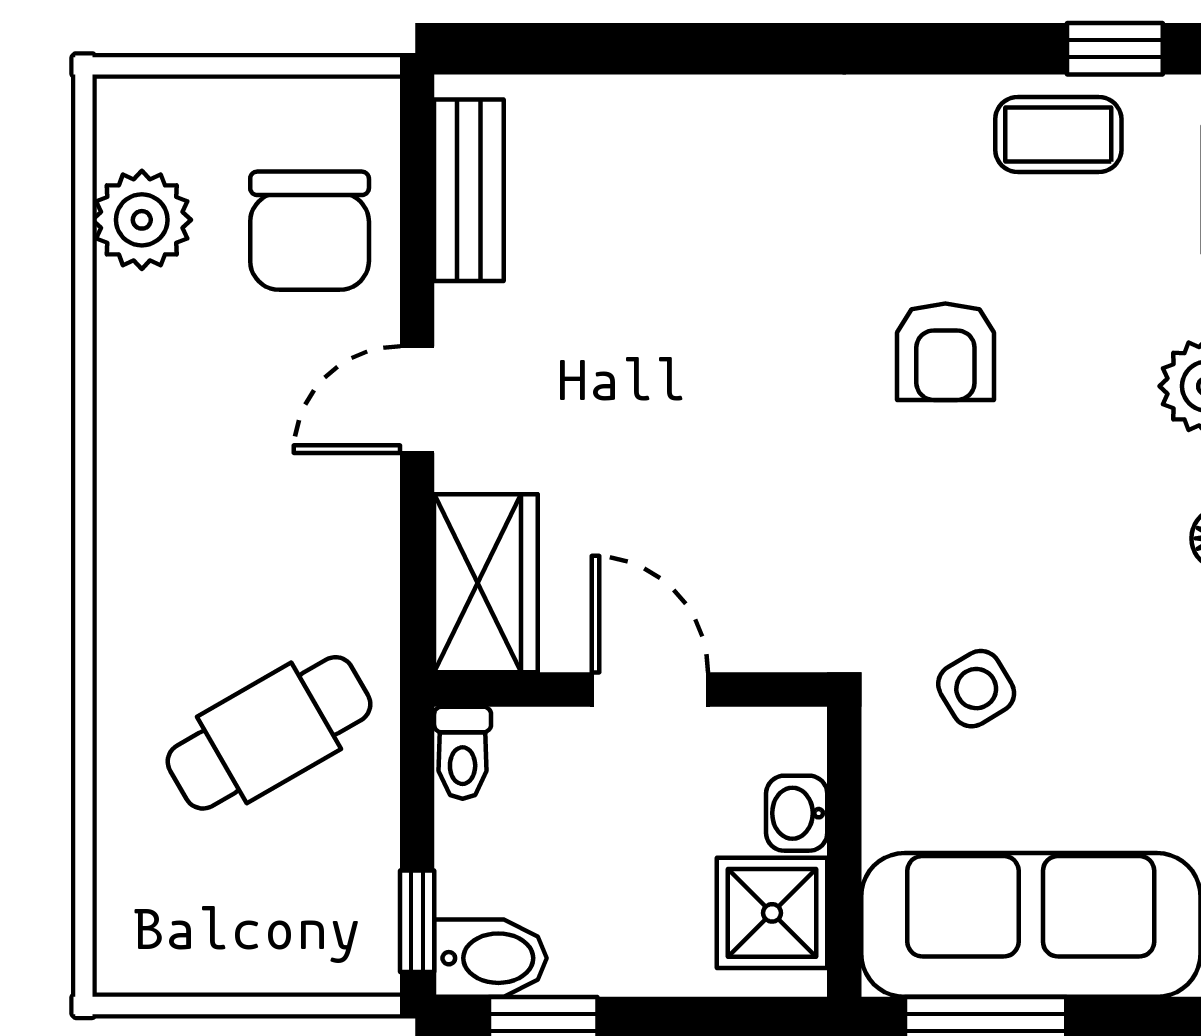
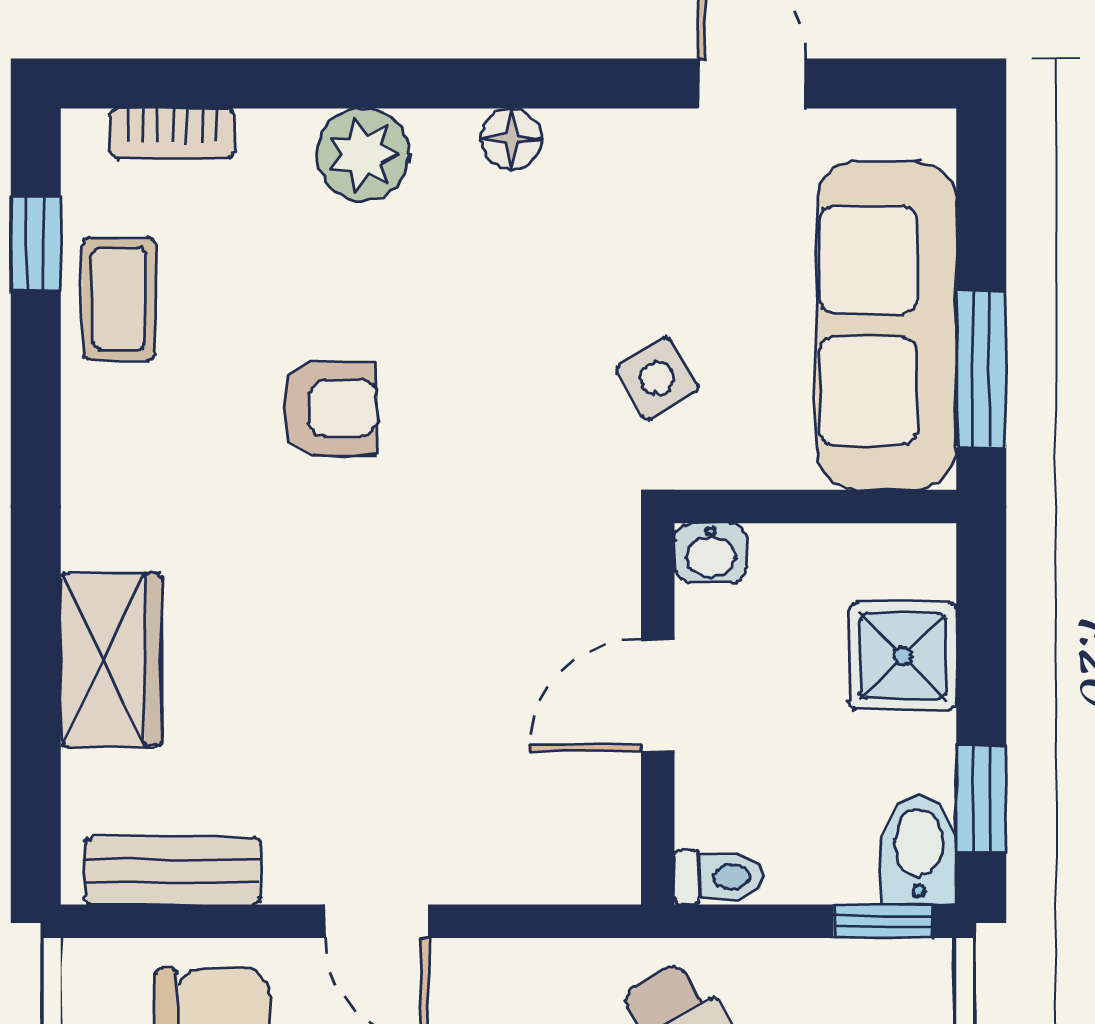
wardrobe: (486, 583) -> (111, 660), moved, turned 90
washbasin: (797, 813) -> (711, 553), moved
shower: (772, 913) -> (903, 656), moved

